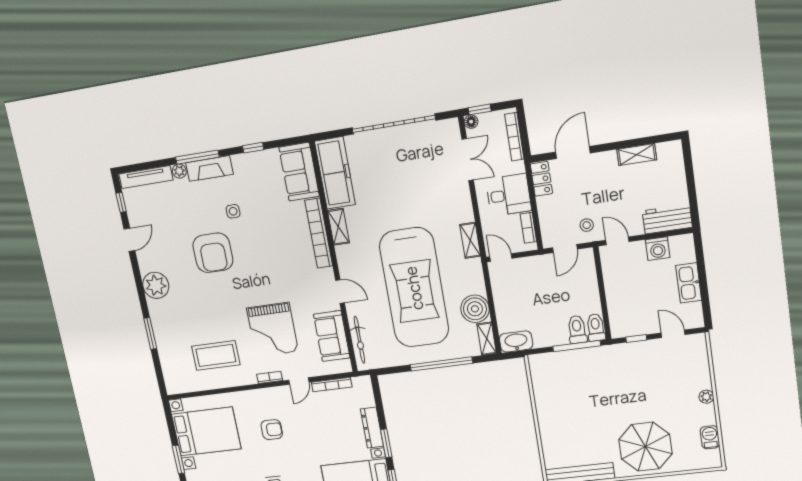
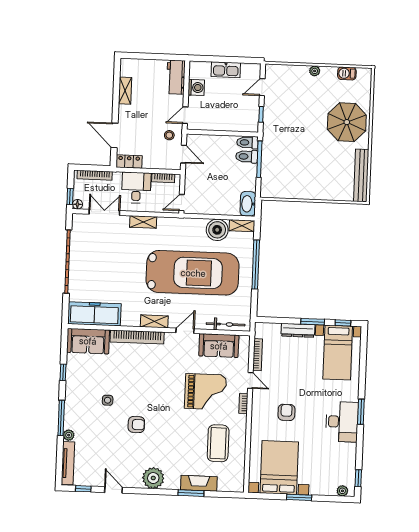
fireplace: (209, 168) -> (199, 483), moved, turned -90
shelving: (338, 227) -> (154, 321), moved
shelving: (470, 240) -> (143, 222), moved
armchair: (213, 253) -> (136, 425), width x0.53, depth x0.53

